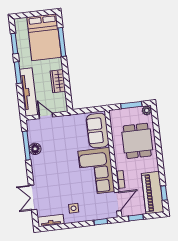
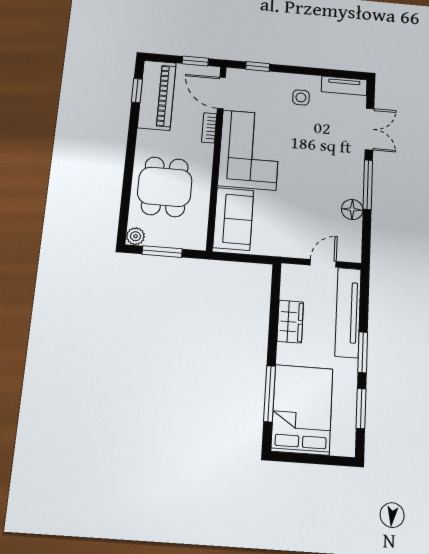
door: (46, 116) -> (323, 263), swing flipped
window: (26, 146) -> (368, 185), moved
door: (118, 202) -> (221, 93), hinge flipped

